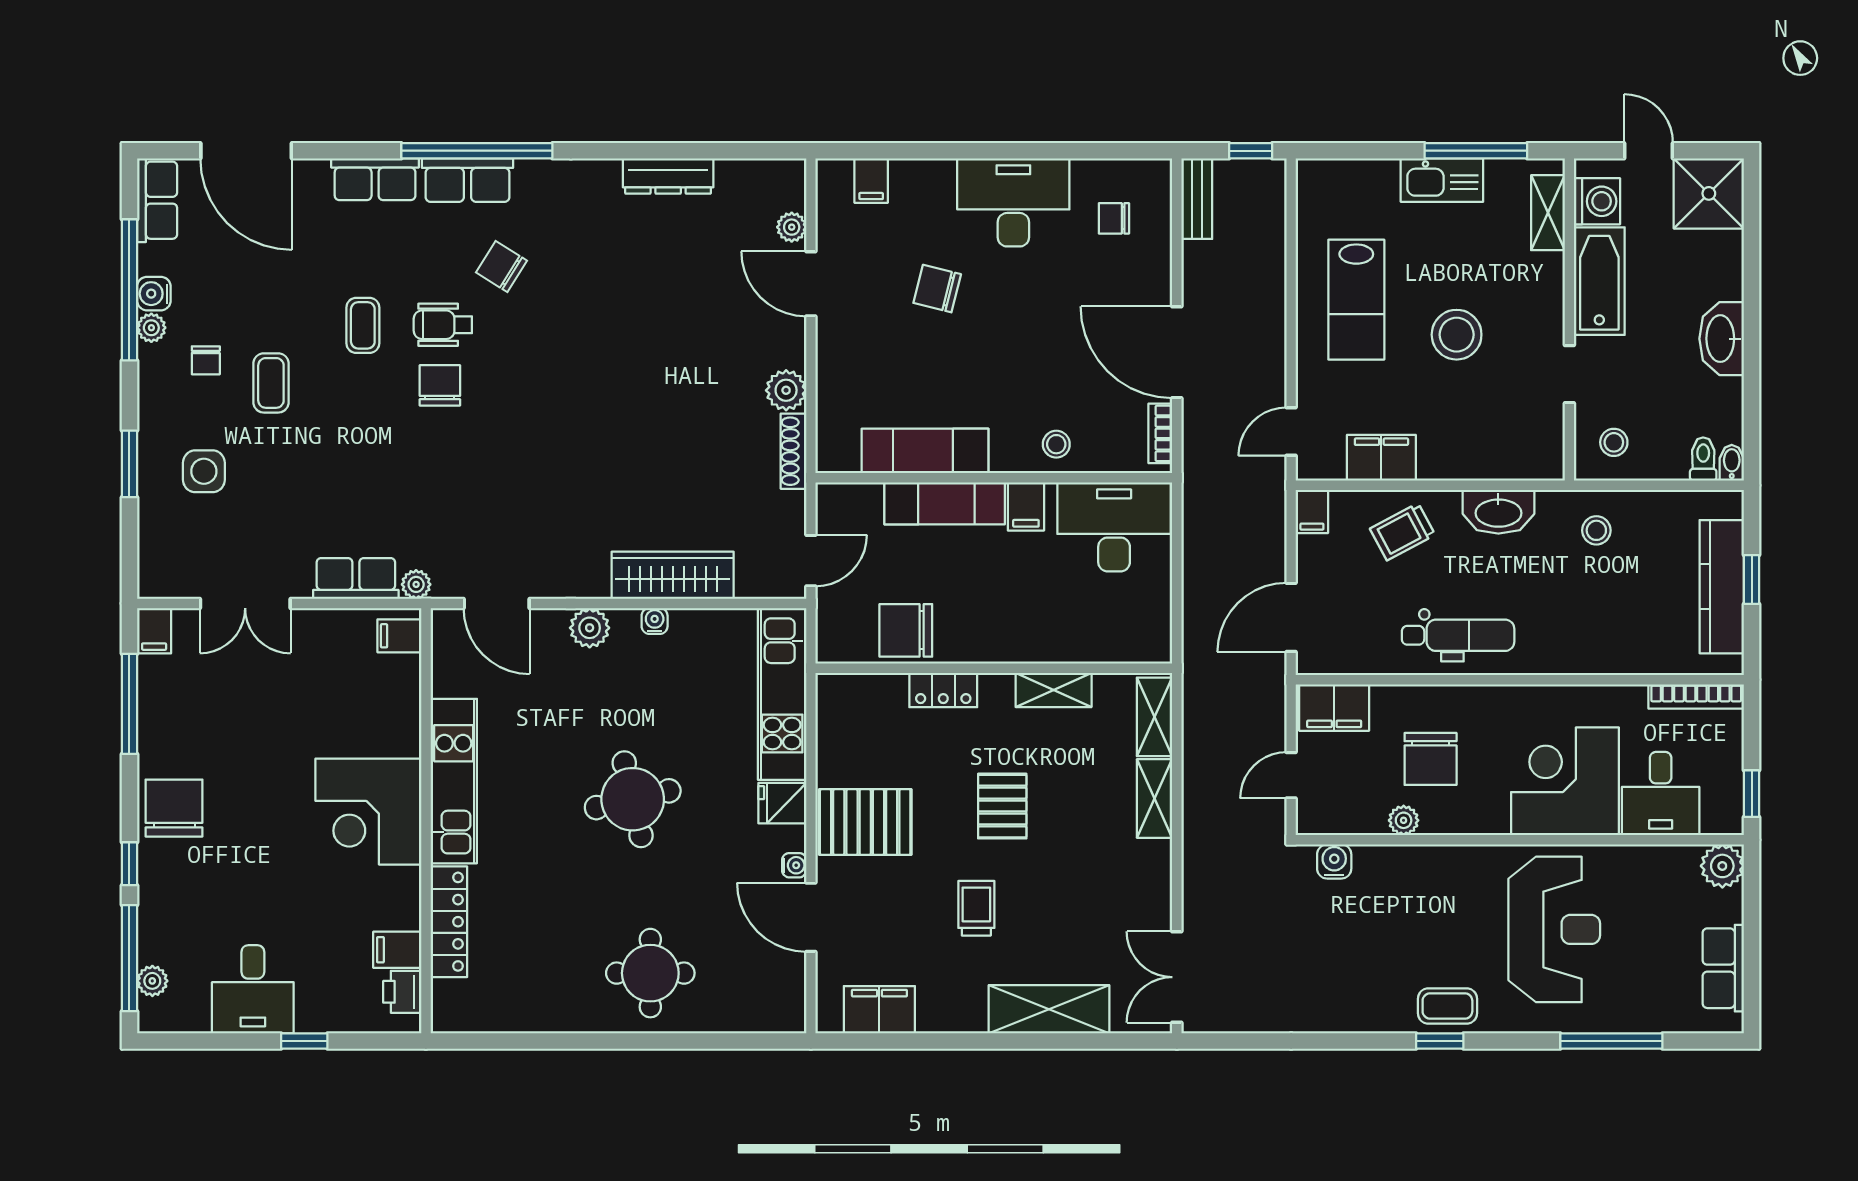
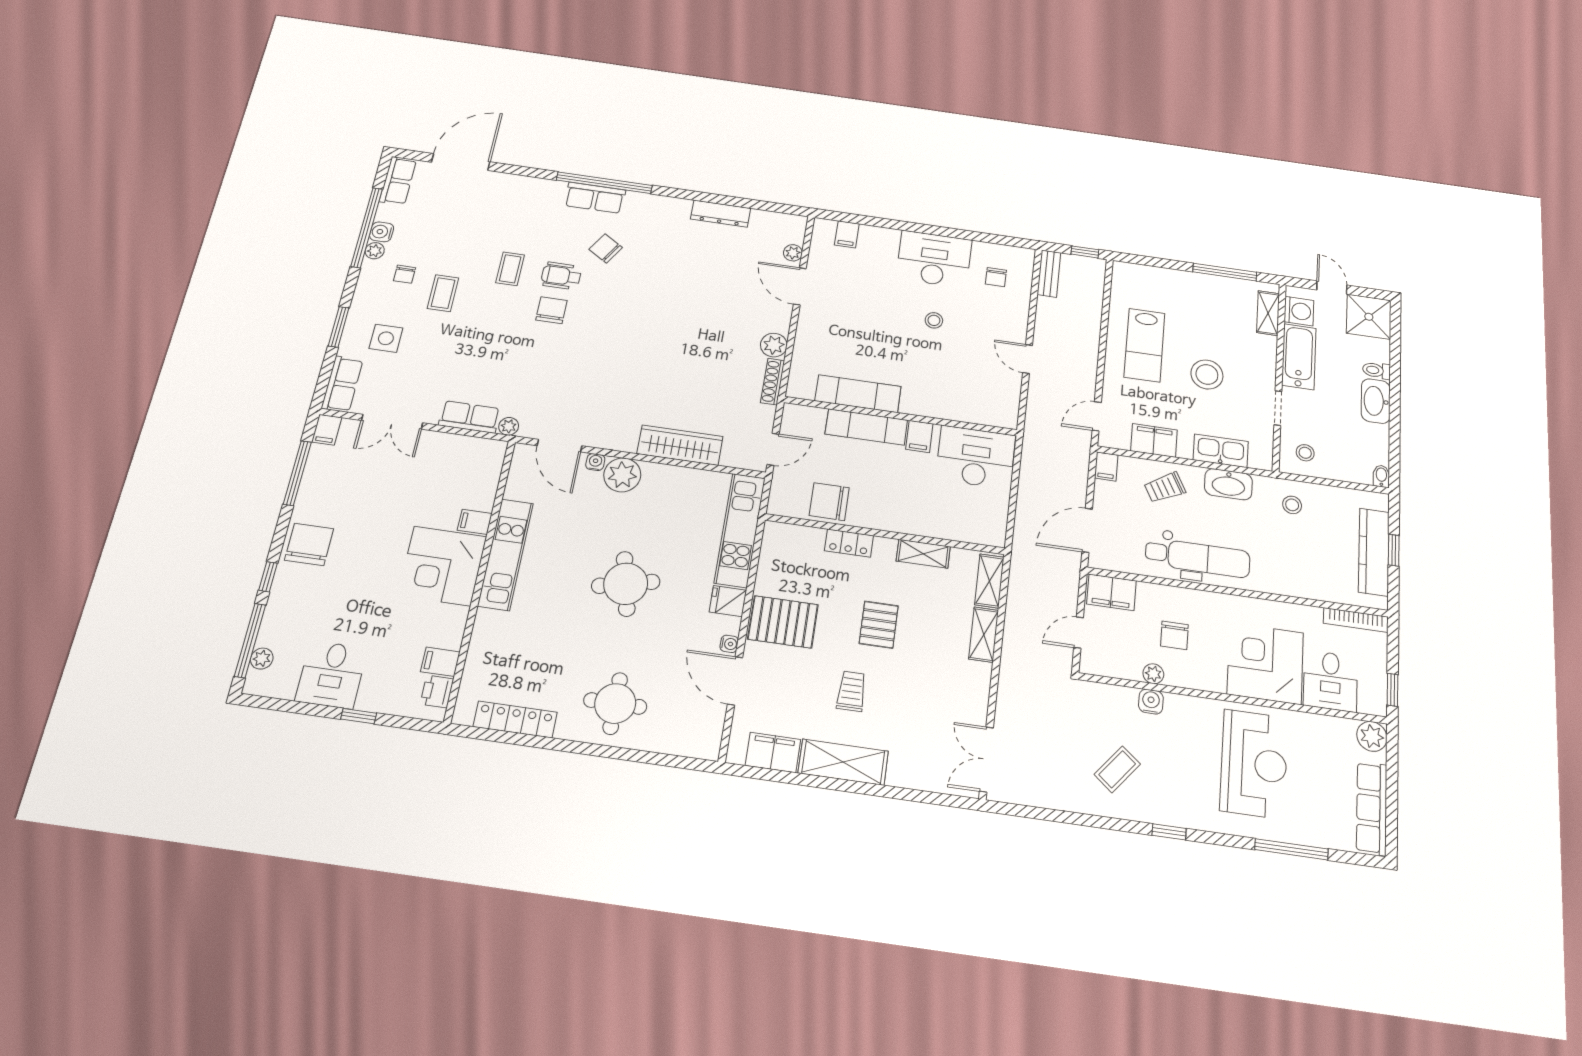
door: (246, 151) -> (461, 162), swing flipped
row of seats: (375, 179) -> (342, 384), moved, turned -90
kitchen sink: (1442, 180) -> (1221, 451), moved, turned 180
chair: (1114, 218) -> (996, 277), turned -90
chair: (937, 289) -> (879, 301), removed
door: (1177, 352) -> (1027, 359), width x0.53
bookcase: (1160, 433) -> (1012, 405), removed
stool: (1056, 444) -> (934, 320), moved
toilet: (1703, 459) -> (1377, 370), moved, turned -90
water cooler: (655, 621) -> (595, 462), moved
plant: (590, 628) -> (622, 475), width x1.36, depth x1.36
dental chair: (1458, 635) -> (1198, 558), width x1.36, depth x1.38
filing cabinet: (399, 636) -> (475, 522), moved
chair: (1431, 759) -> (1174, 635), width x0.73, depth x0.73
water cooler: (1334, 861) -> (1151, 702), moved
locker: (449, 922) -> (515, 719), moved, turned -90
row of seats: (1723, 968) -> (1372, 808), width x1.48
coffee table: (1447, 1006) -> (1117, 769), moved, turned -51
shelving: (1049, 1009) -> (843, 762), moved

